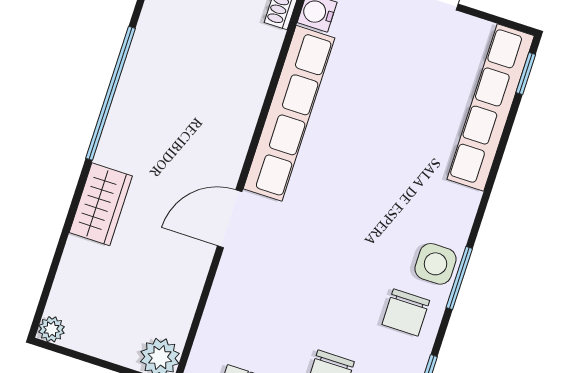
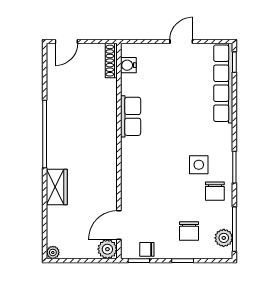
row of seats: (289, 113) -> (131, 116), width x0.50
door: (230, 219) -> (119, 225), moved
side table: (435, 264) -> (199, 165), moved

